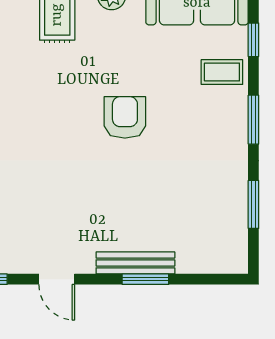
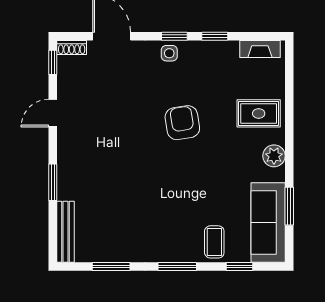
armchair: (125, 117) -> (182, 123), moved, turned -99
bench: (135, 263) -> (65, 232), moved

